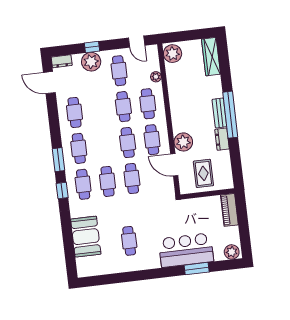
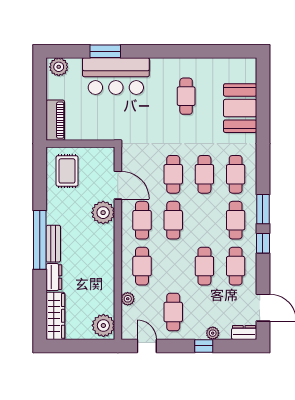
plant: (91, 62) -> (213, 333), width x0.53, depth x0.53
cafe table: (123, 107) -> (204, 266), moved
dresser: (222, 139) -> (54, 277), moved
rug: (203, 173) -> (67, 171), moved
window: (62, 191) -> (263, 243), moved

